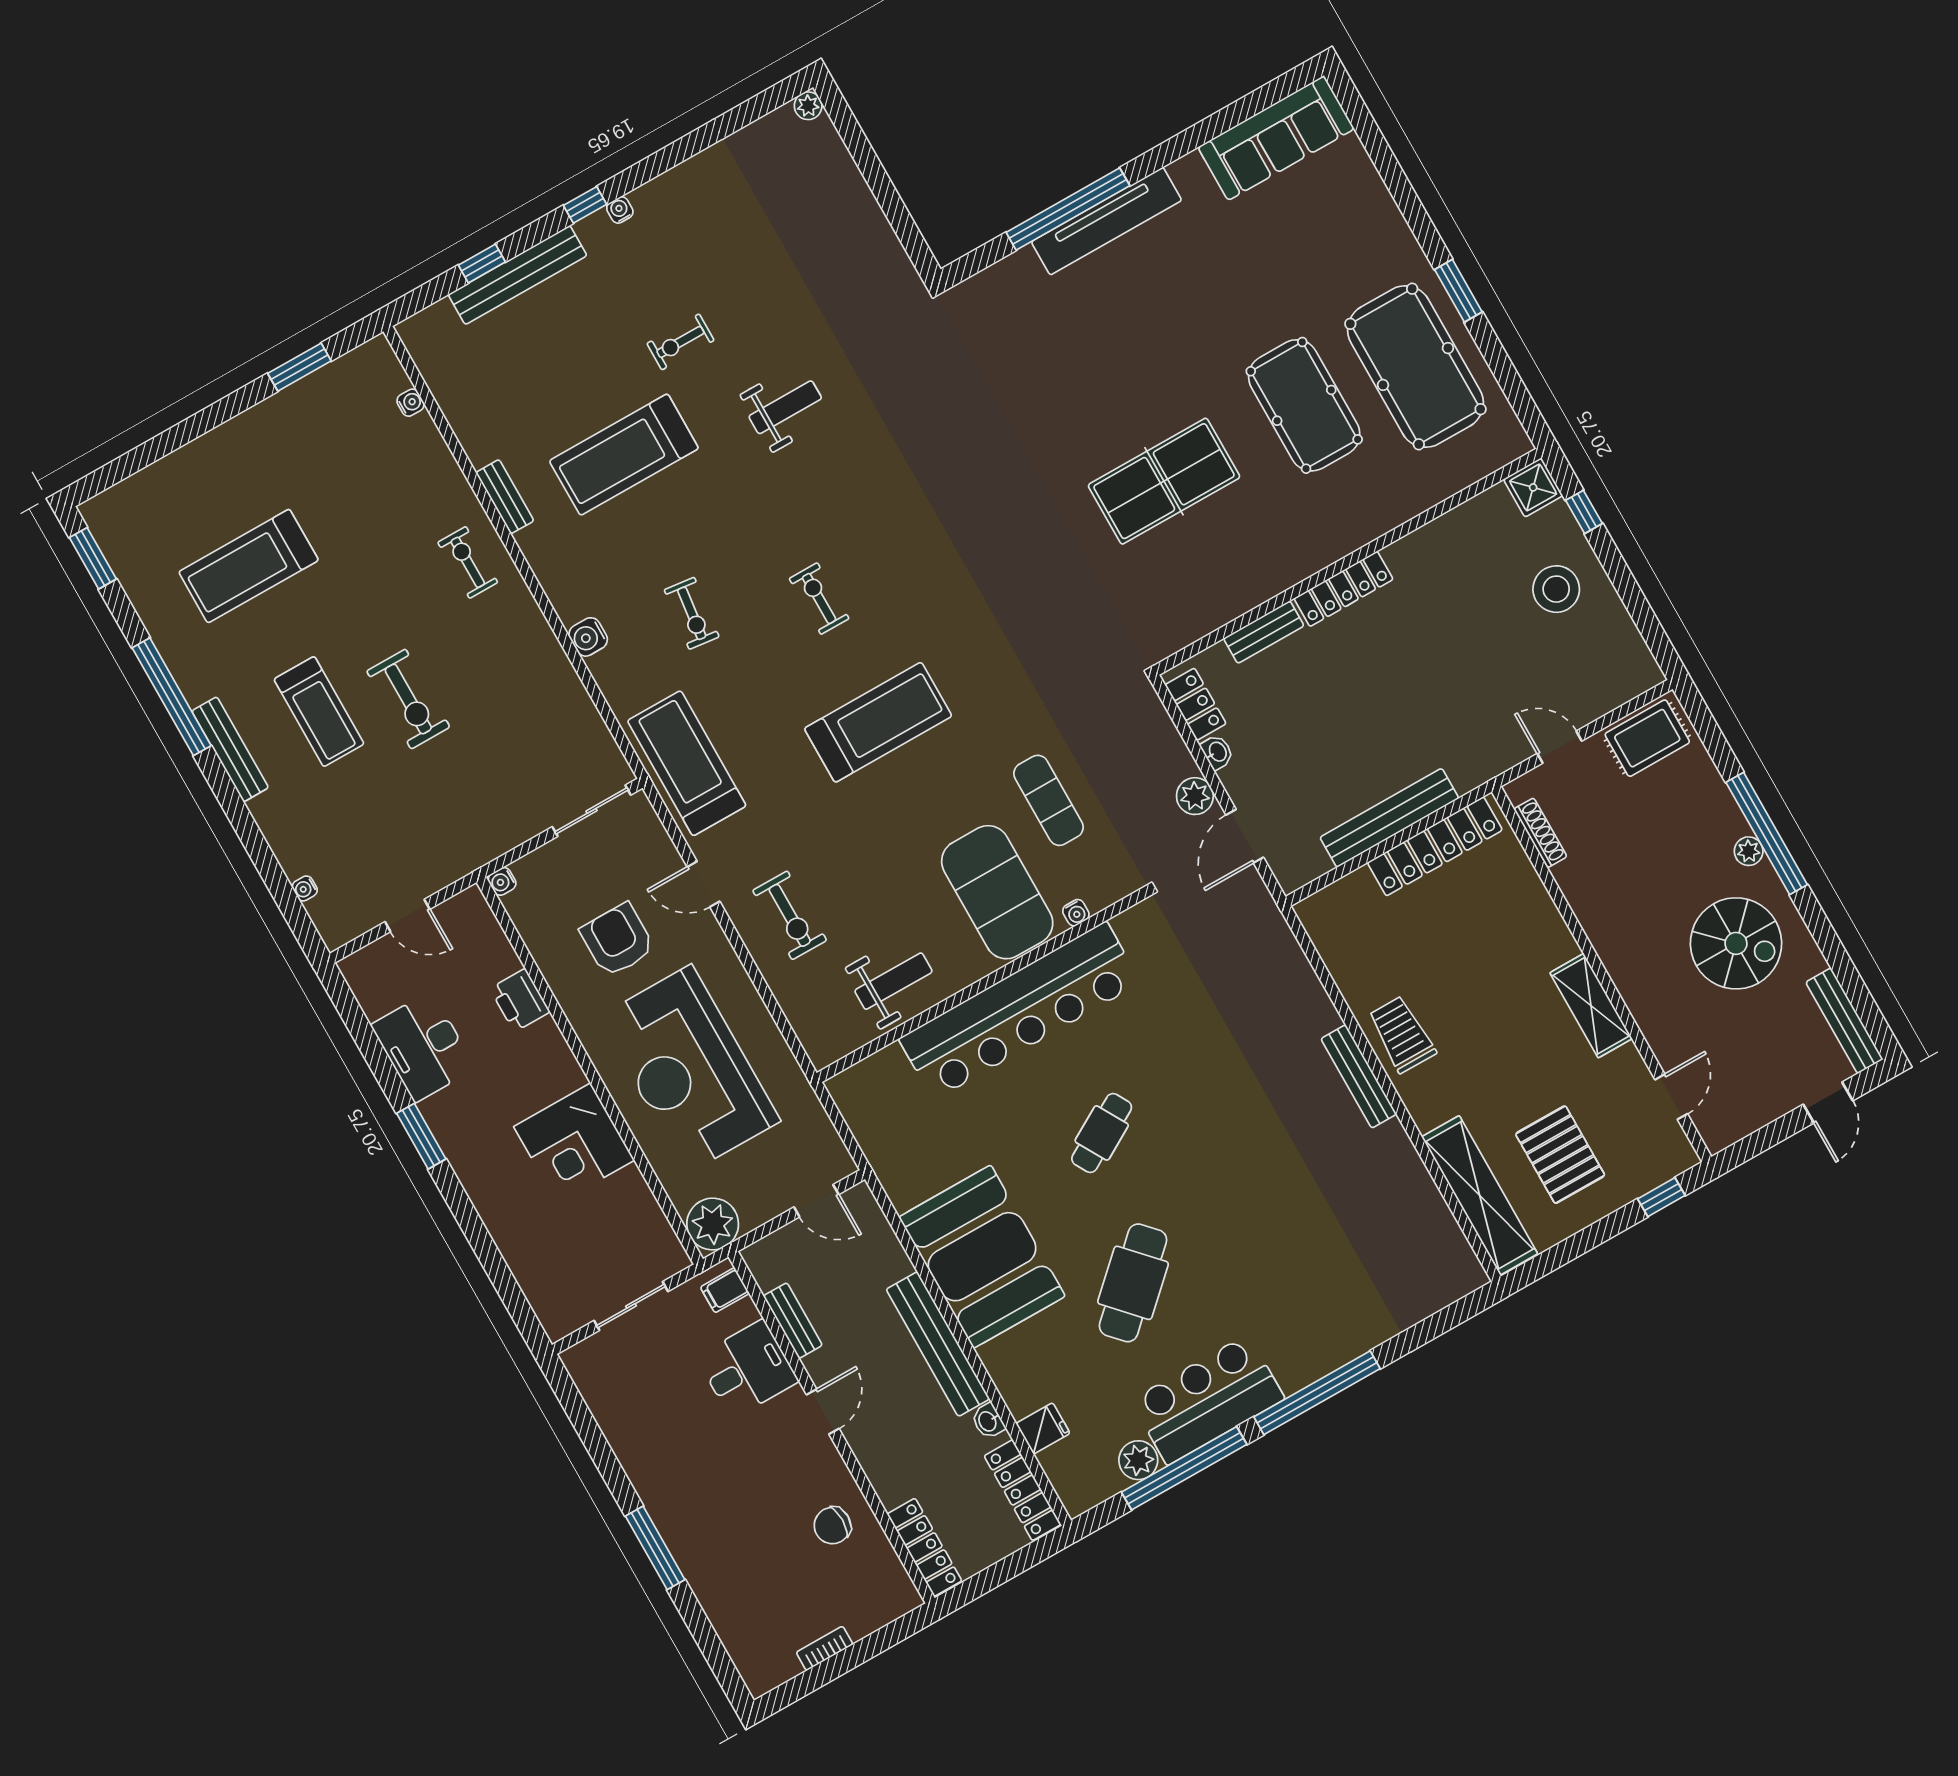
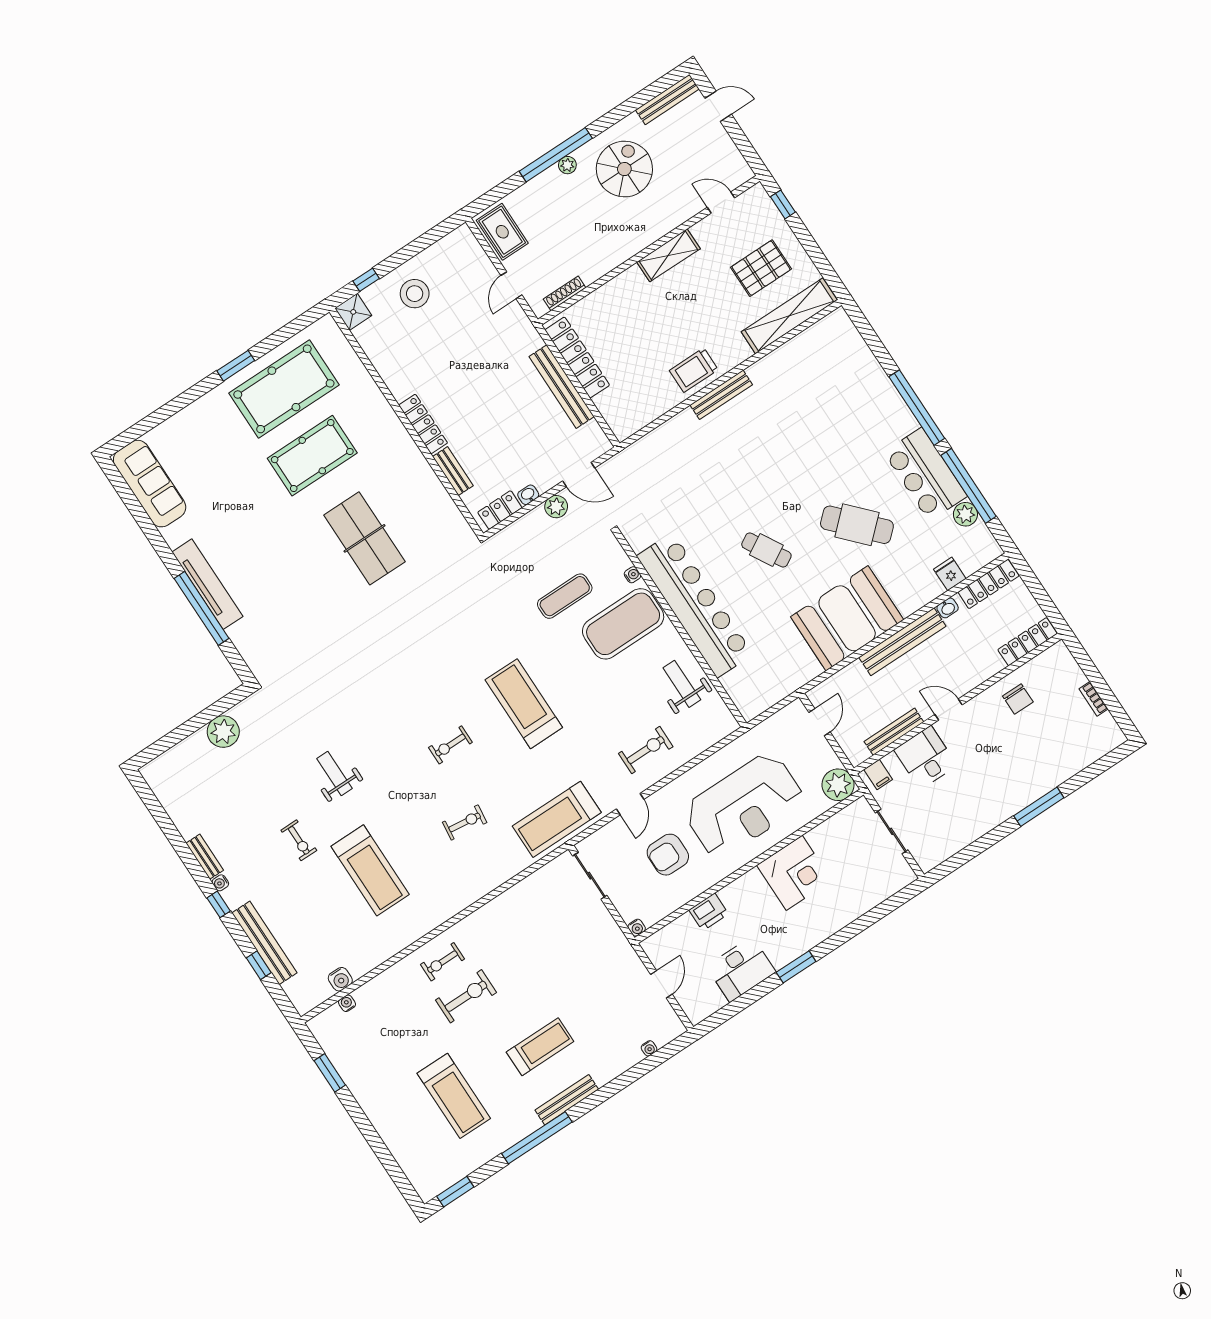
plant: (808, 106) -> (223, 732), moved, width x1.88, depth x1.88
bench: (505, 497) -> (205, 857), moved, turned 90
water cooler: (588, 637) -> (340, 979), moved
exercise bike: (408, 699) -> (466, 996), moved
bench: (793, 1321) -> (894, 732), width x1.36

